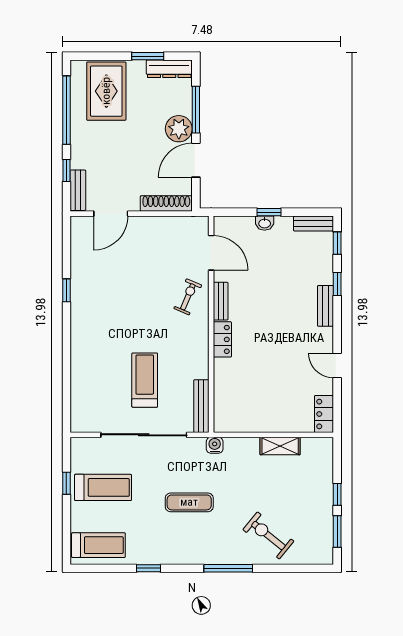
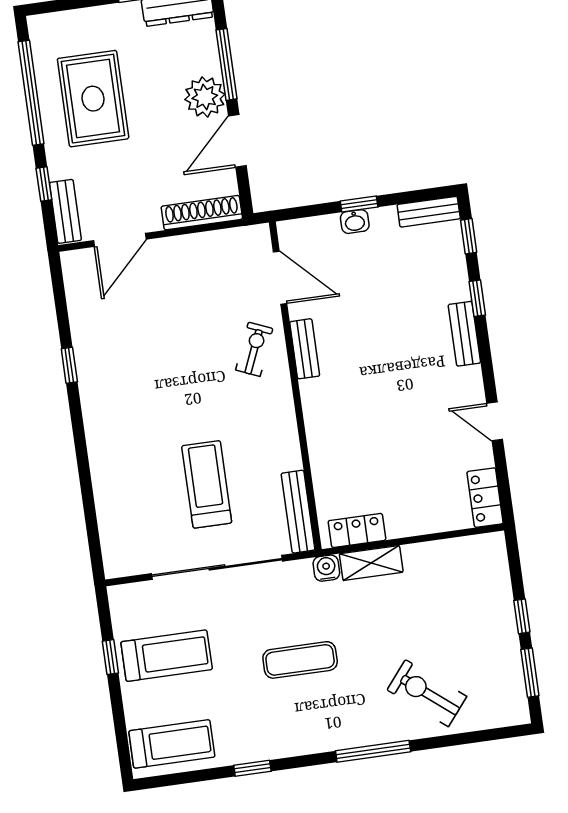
rug: (106, 91) -> (93, 99), moved
locker: (222, 339) -> (357, 530), moved, turned -90
shelving: (280, 446) -> (371, 563), moved

